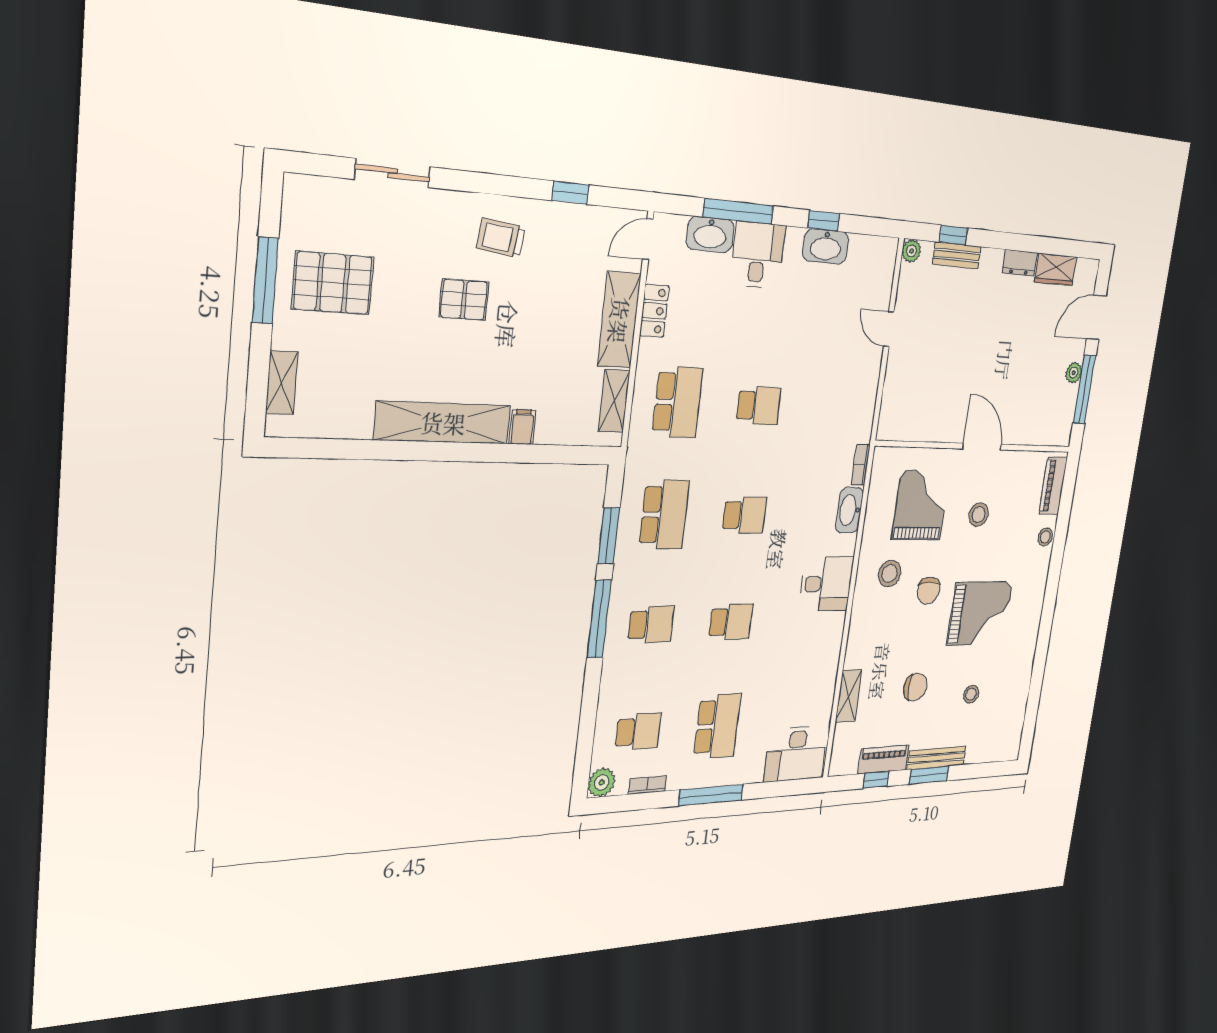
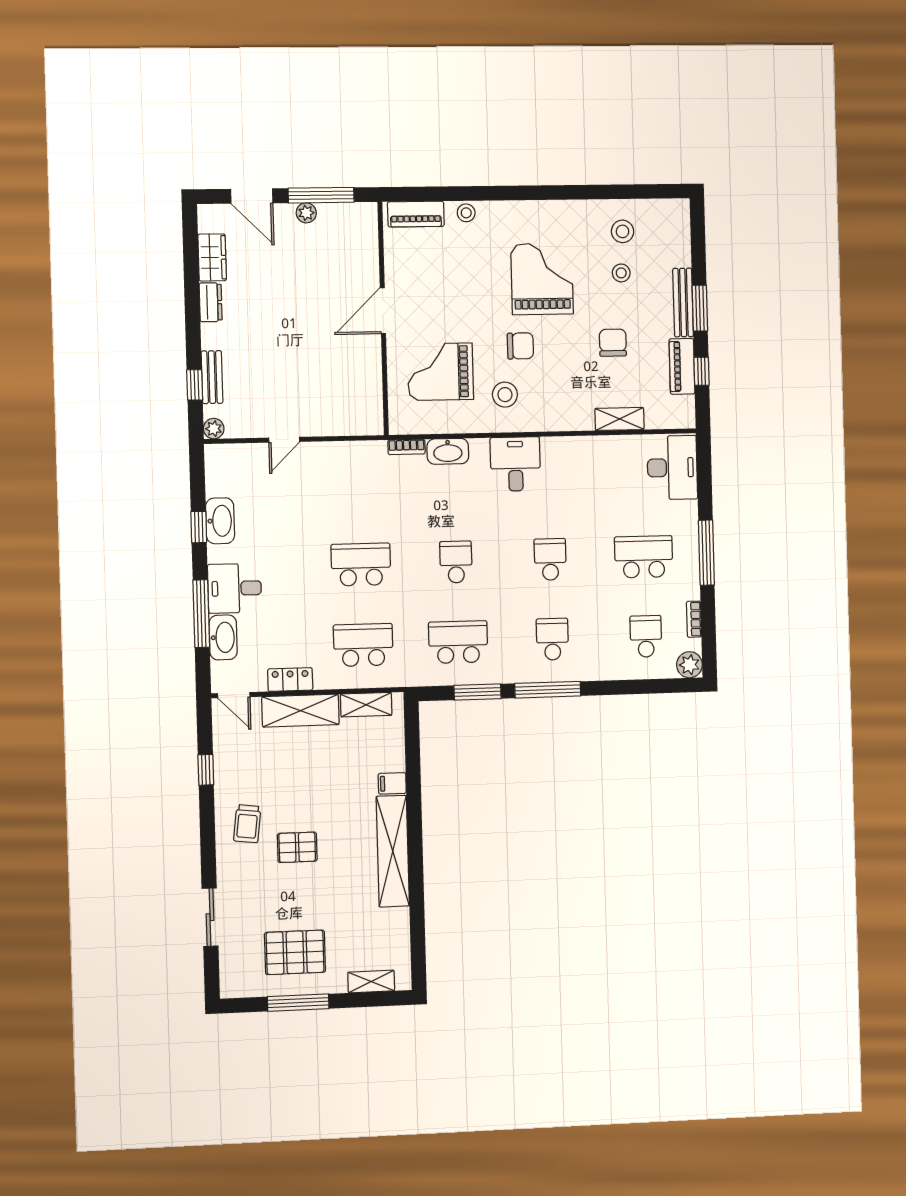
pallet: (333, 283) -> (295, 952), turned 90
pallet: (464, 300) -> (297, 847), turned 90
school desk: (759, 406) -> (361, 565), width x1.85
stool: (979, 515) -> (623, 231), moved

